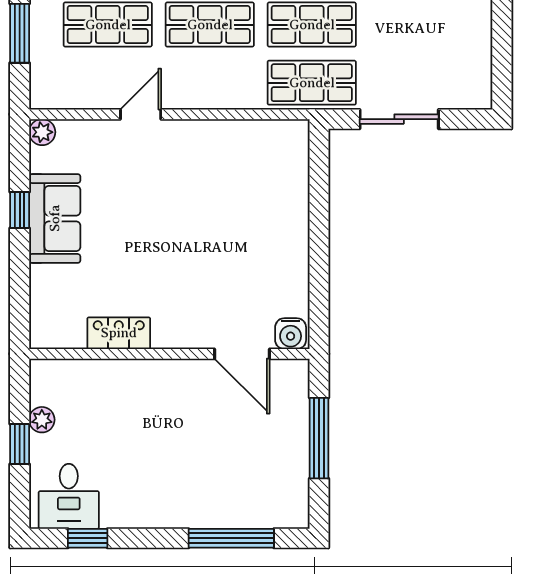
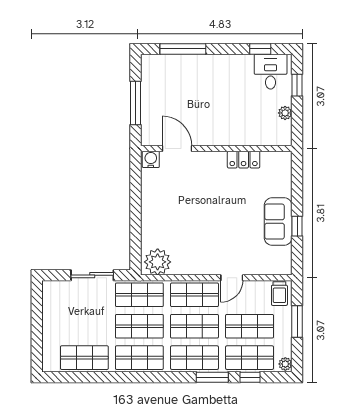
shop shelf: (210, 83) -> (194, 295), added
trolley: (52, 85) -> (279, 294), added
plant: (42, 132) -> (158, 262), moved, width x1.88, depth x1.88
window: (20, 444) -> (297, 85), moved

